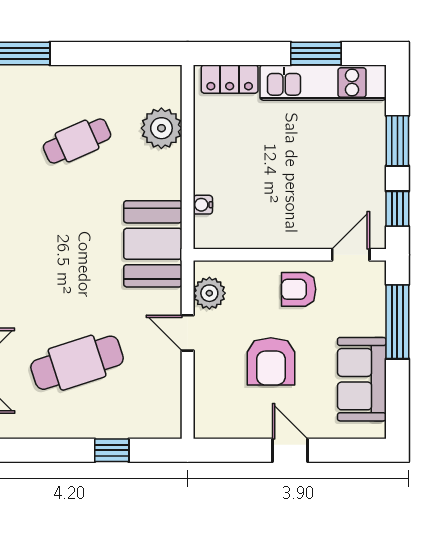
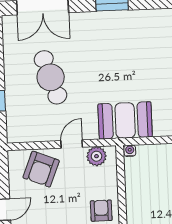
water cooler: (203, 205) -> (130, 151), moved
armchair: (271, 361) -> (41, 169), moved, turned -68

